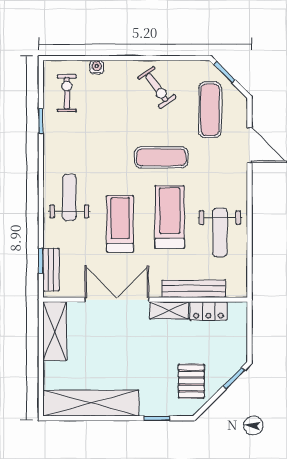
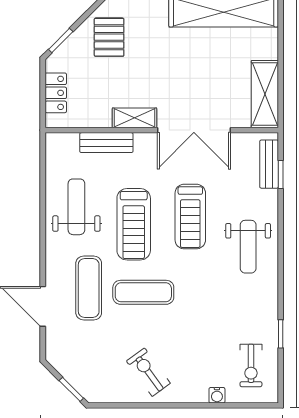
exercise mat: (210, 110) -> (89, 288), moved
bench: (194, 289) -> (106, 143), width x0.73
locker: (209, 311) -> (56, 93), moved, turned 90

